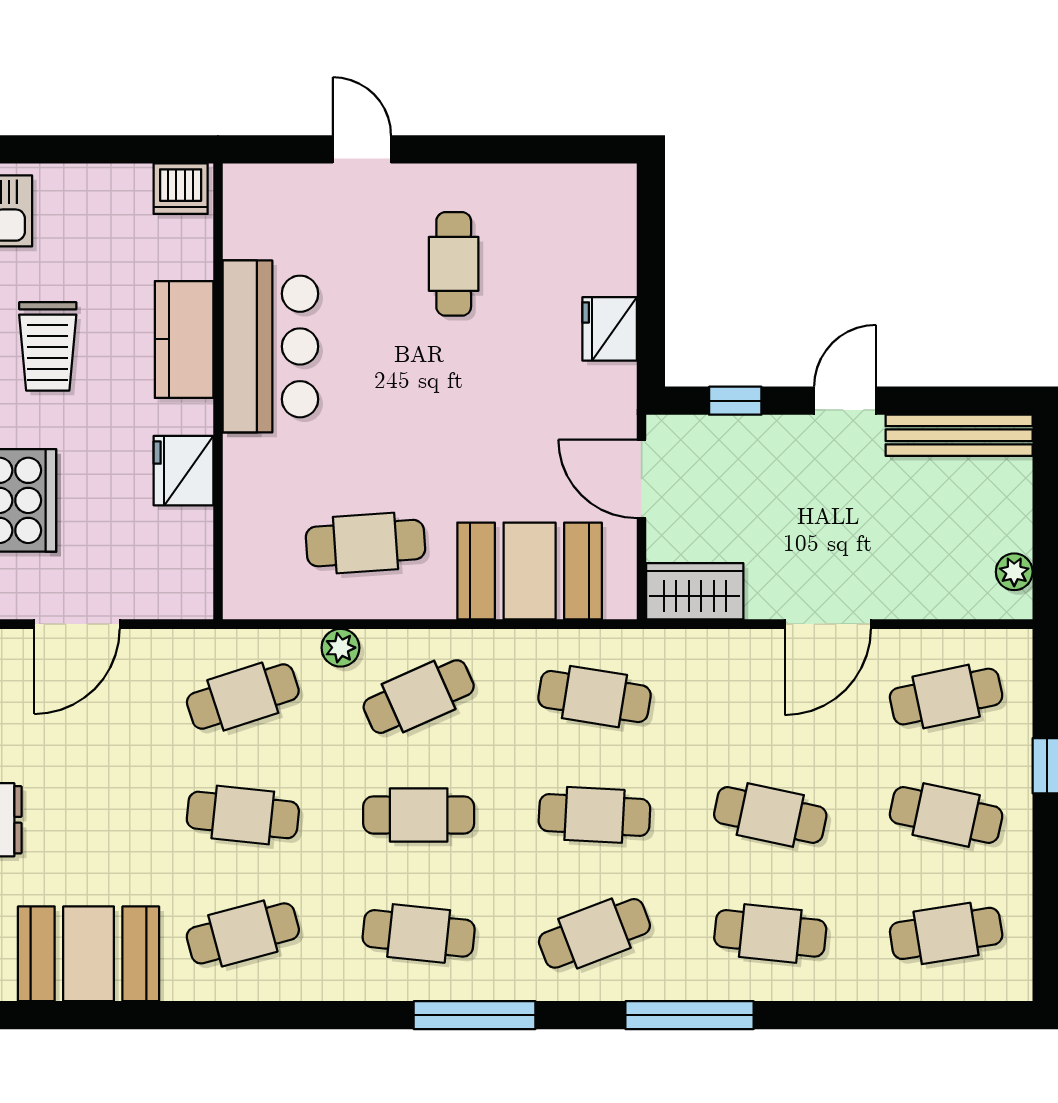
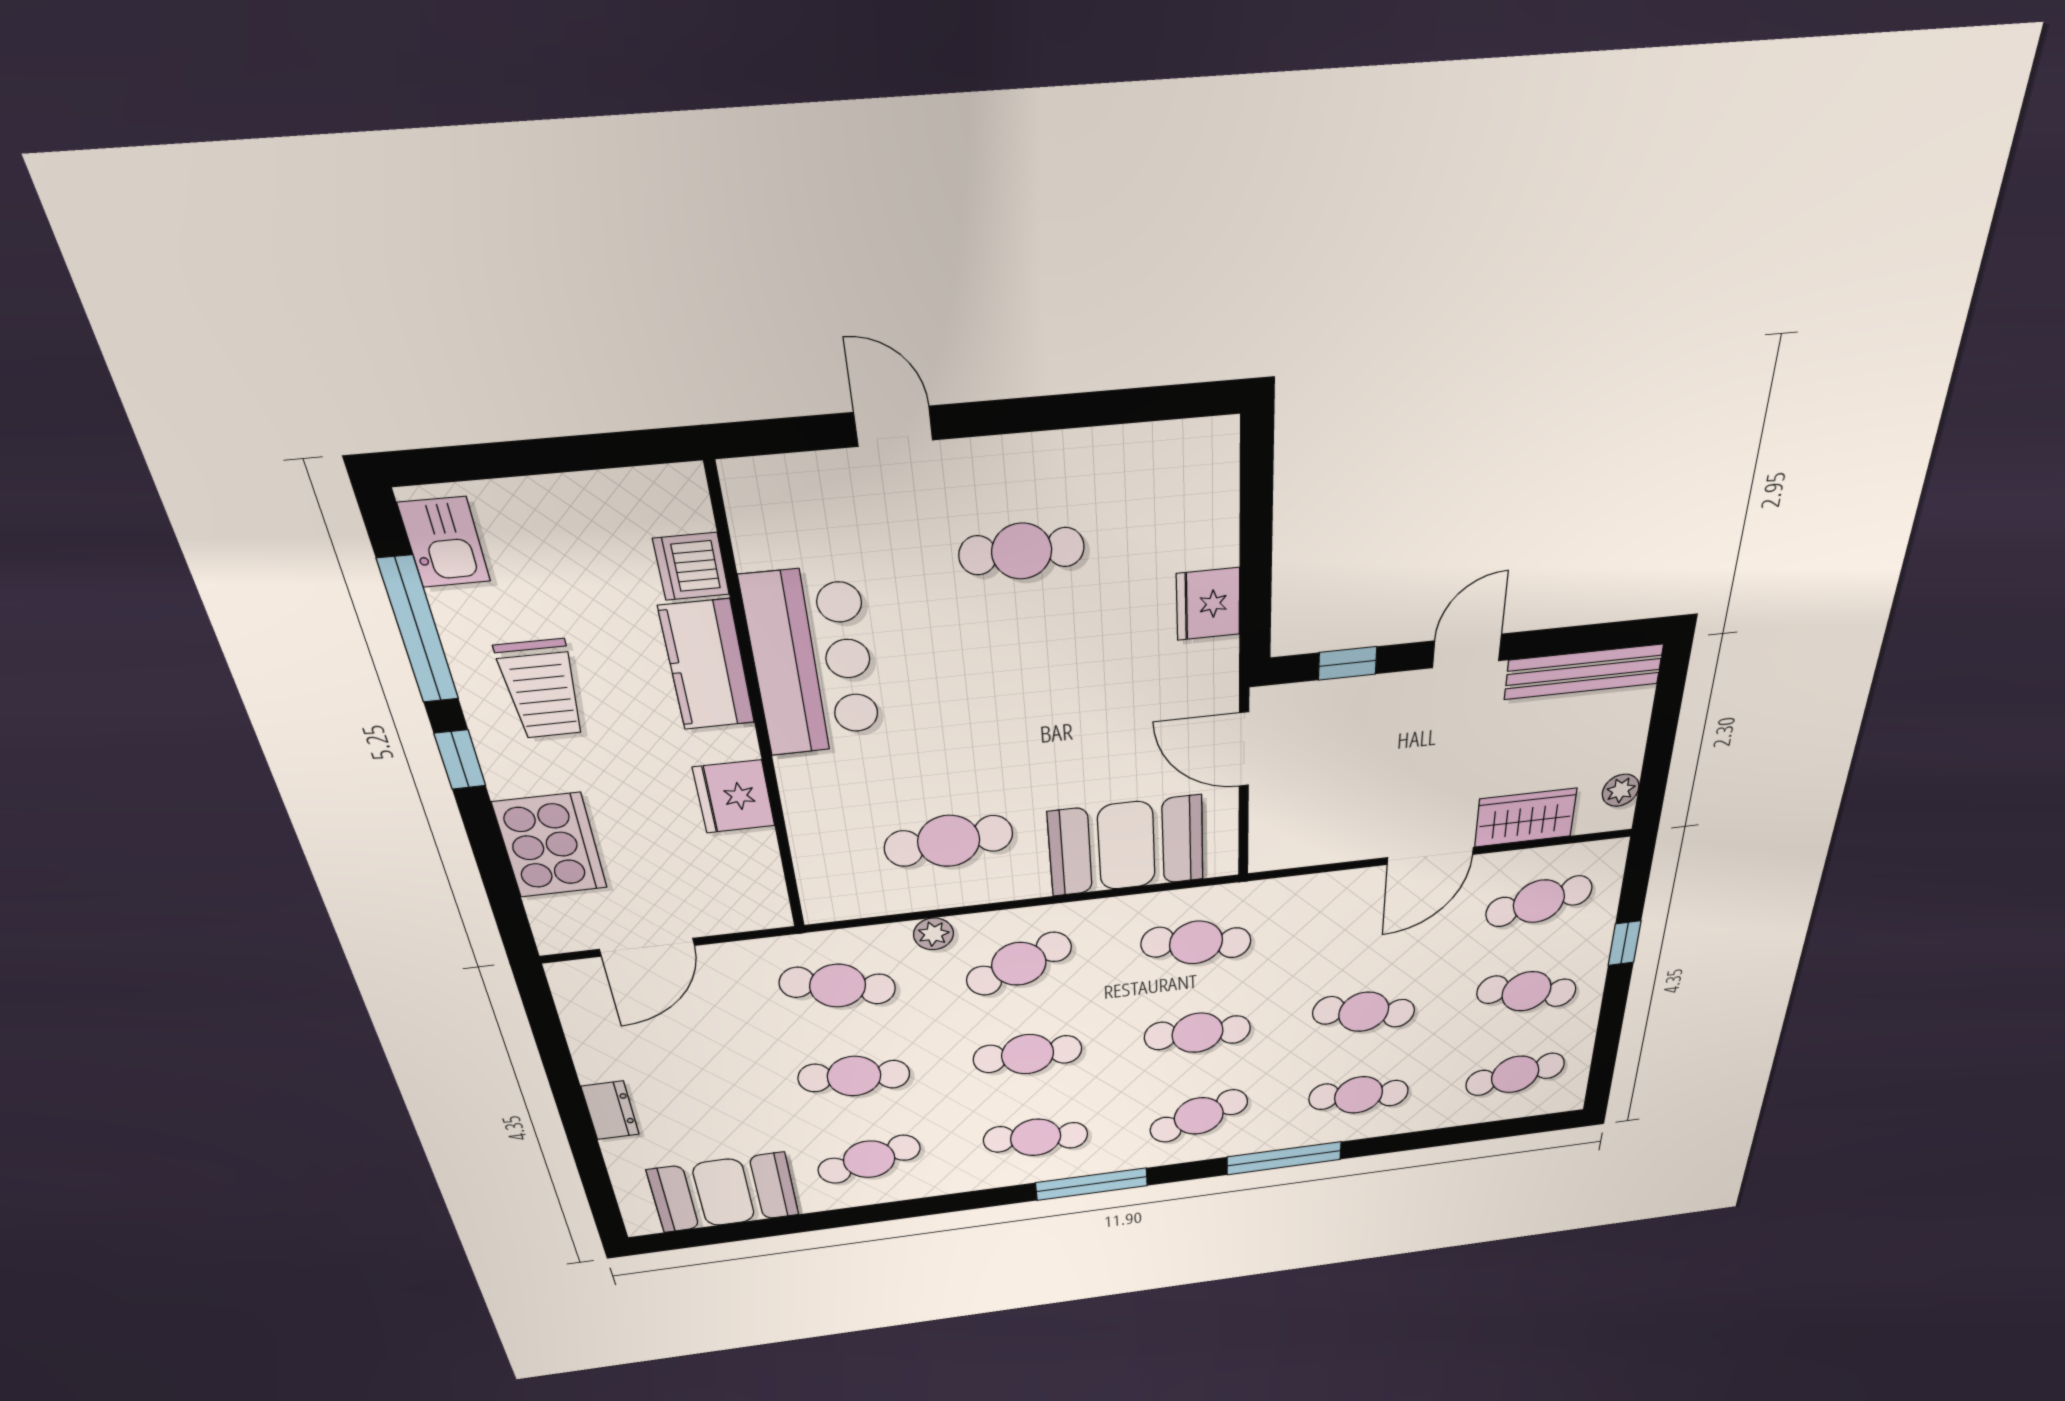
dishwasher: (181, 189) -> (691, 566), moved, turned 90
cafe table: (454, 264) -> (1022, 551), turned 90
wardrobe: (695, 591) -> (1525, 818), moved
cafe table: (243, 697) -> (838, 986), turned 33

